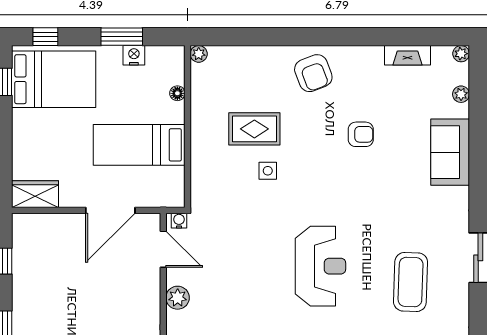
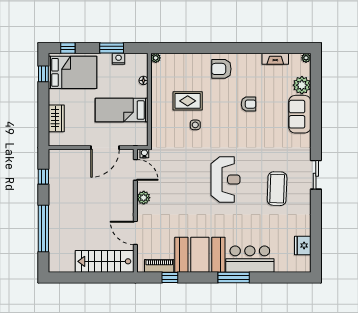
armchair: (313, 73) -> (221, 69), turned 111
plant: (461, 94) -> (302, 85), width x1.87, depth x1.87
wardrobe: (35, 194) -> (56, 118), moved, turned 90

